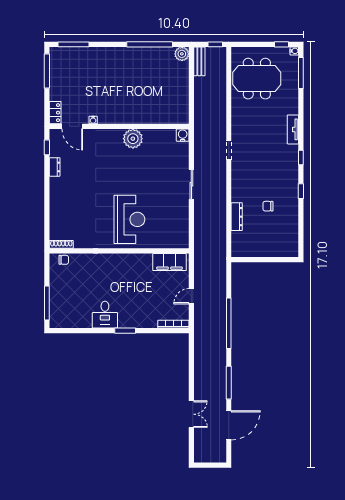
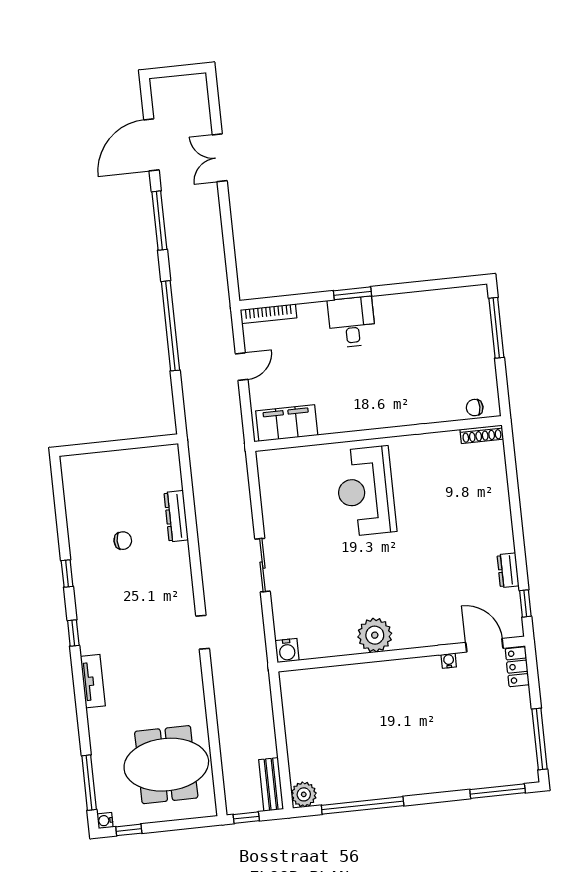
desk: (105, 315) -> (352, 322), moved

